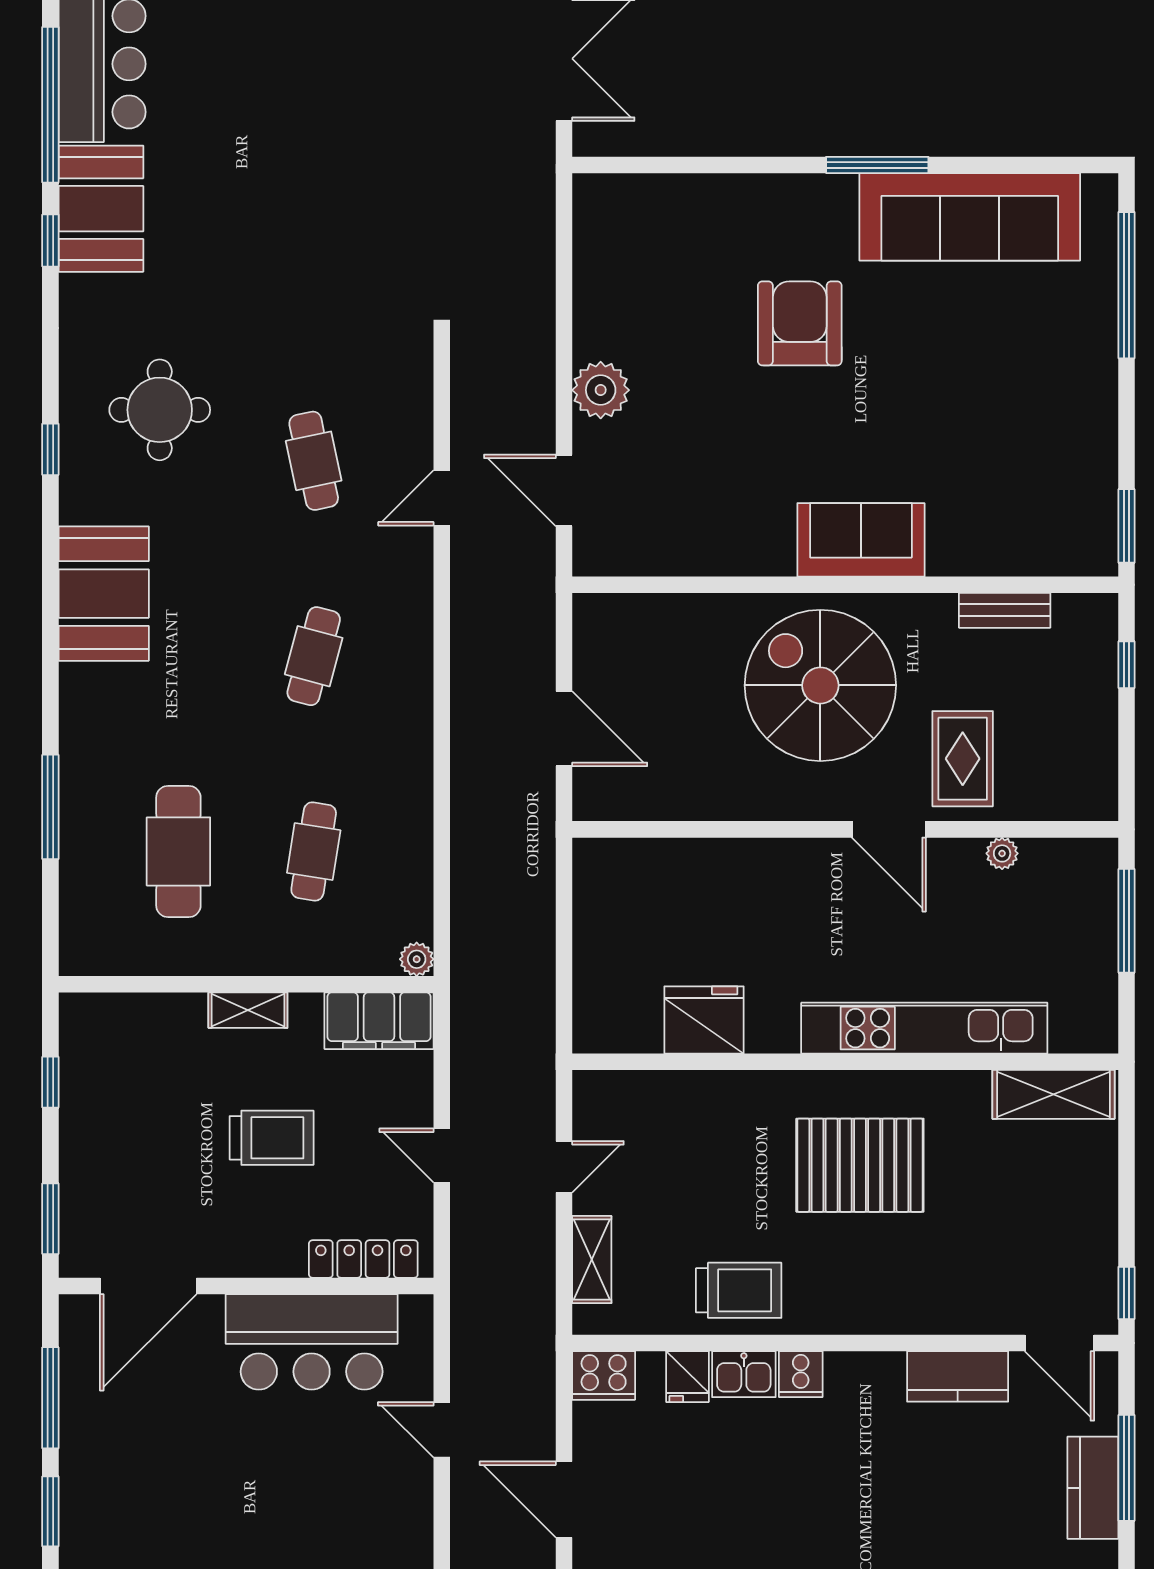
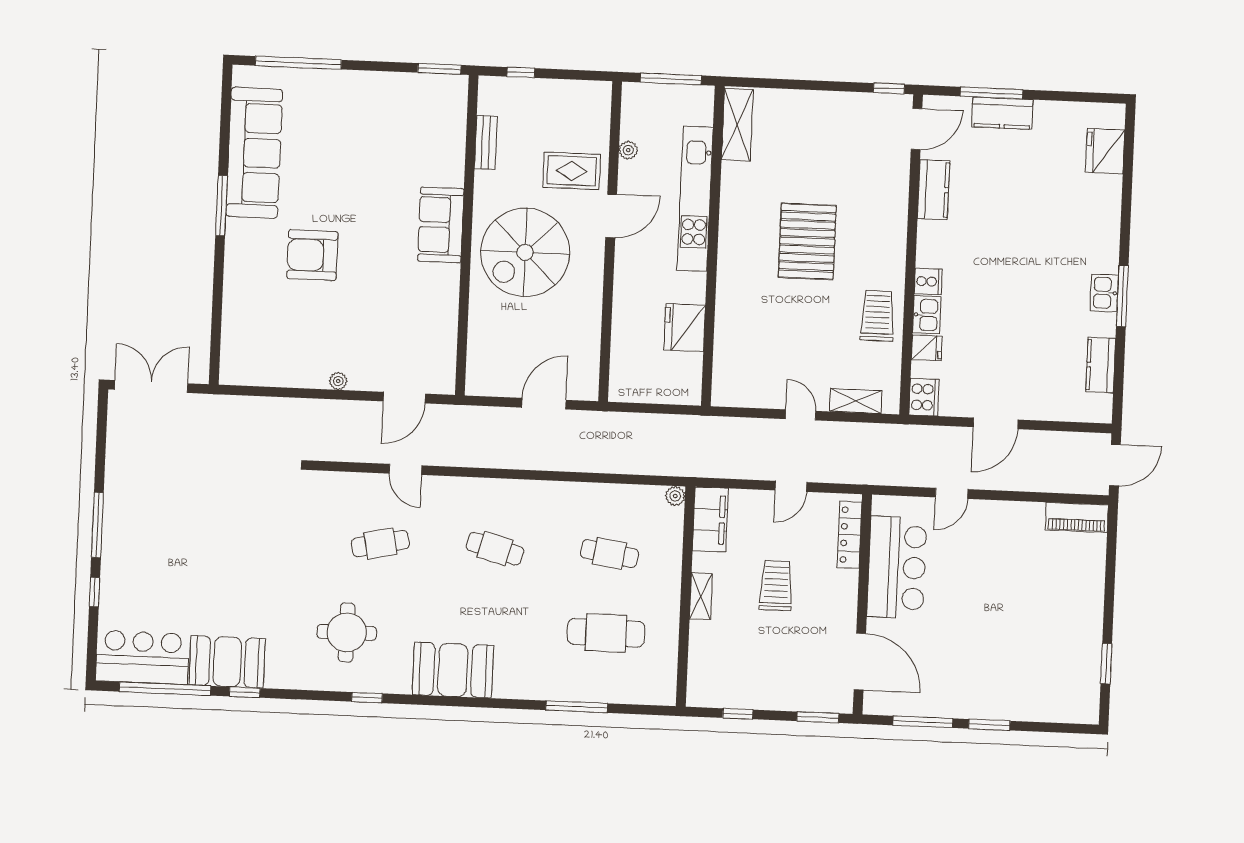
plant: (601, 390) -> (338, 381), width x0.53, depth x0.53
fridge: (704, 1020) -> (685, 328), moved
kitchen unit: (924, 1028) -> (695, 199), moved
wall: (845, 1062) -> (713, 246), moved
shelving: (1054, 1094) -> (737, 125), moved

